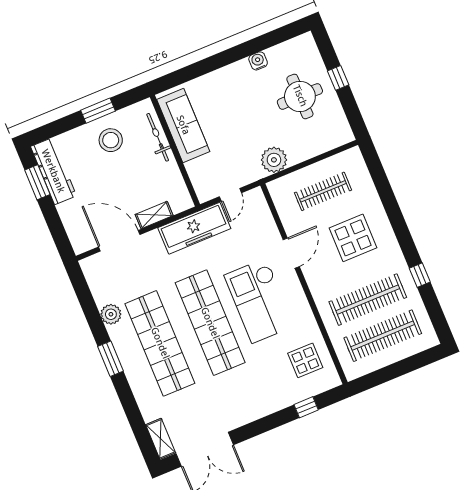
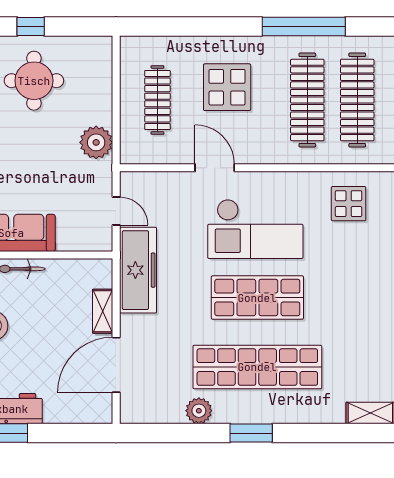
window: (420, 275) -> (304, 26), width x3.17
shop shelf: (210, 323) -> (257, 298), width x0.71

